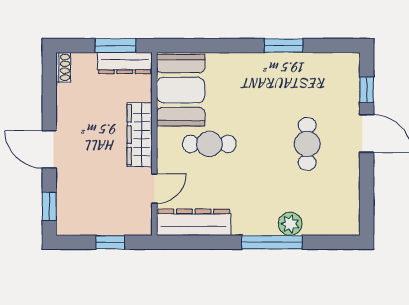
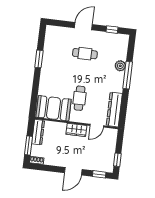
window: (115, 46) -> (28, 146), moved
window: (367, 90) -> (112, 30), moved
wardrobe: (140, 135) -> (76, 130), width x0.67
door: (154, 189) -> (97, 126), swing flipped
window: (110, 242) -> (117, 160), moved

